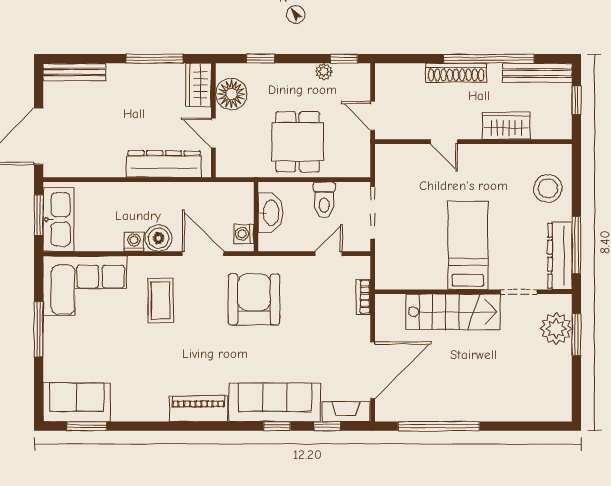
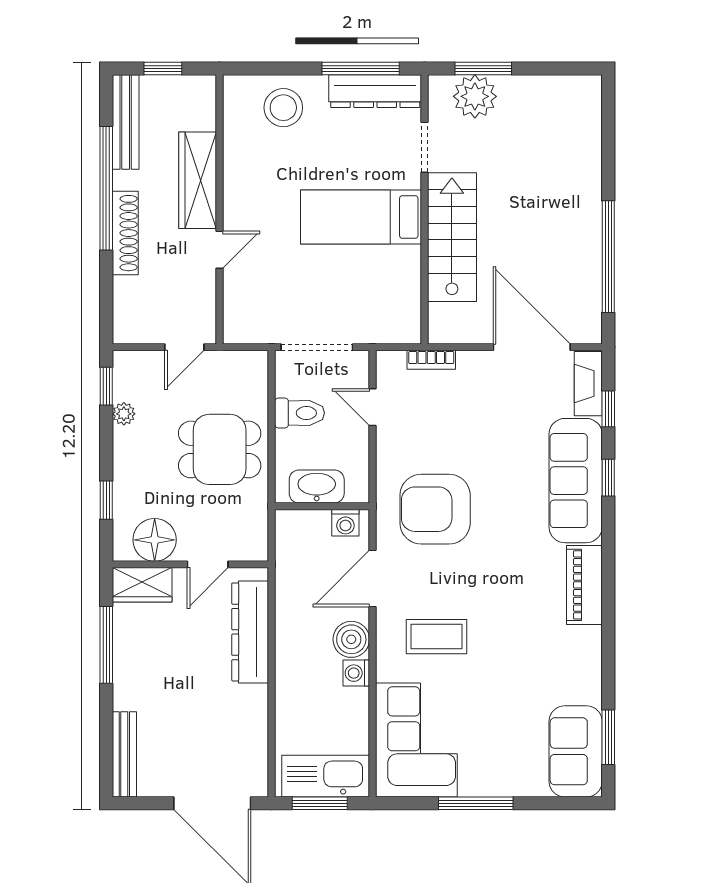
wardrobe: (506, 126) -> (198, 180), width x1.50

